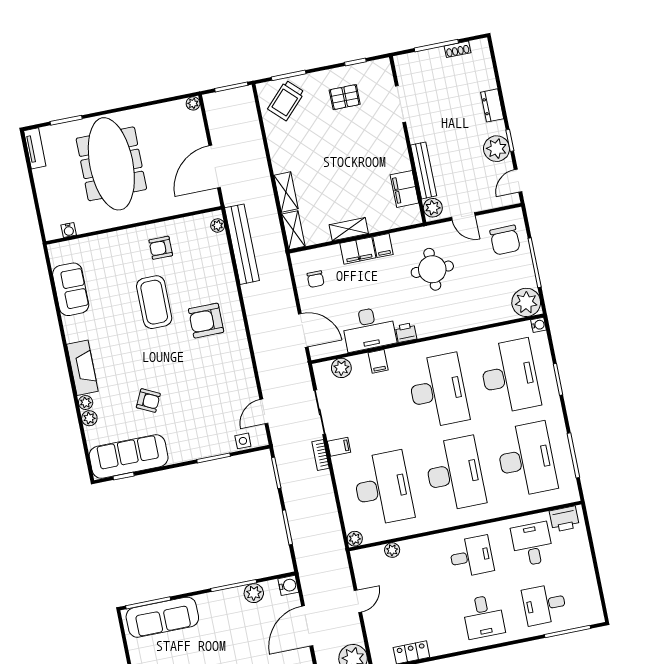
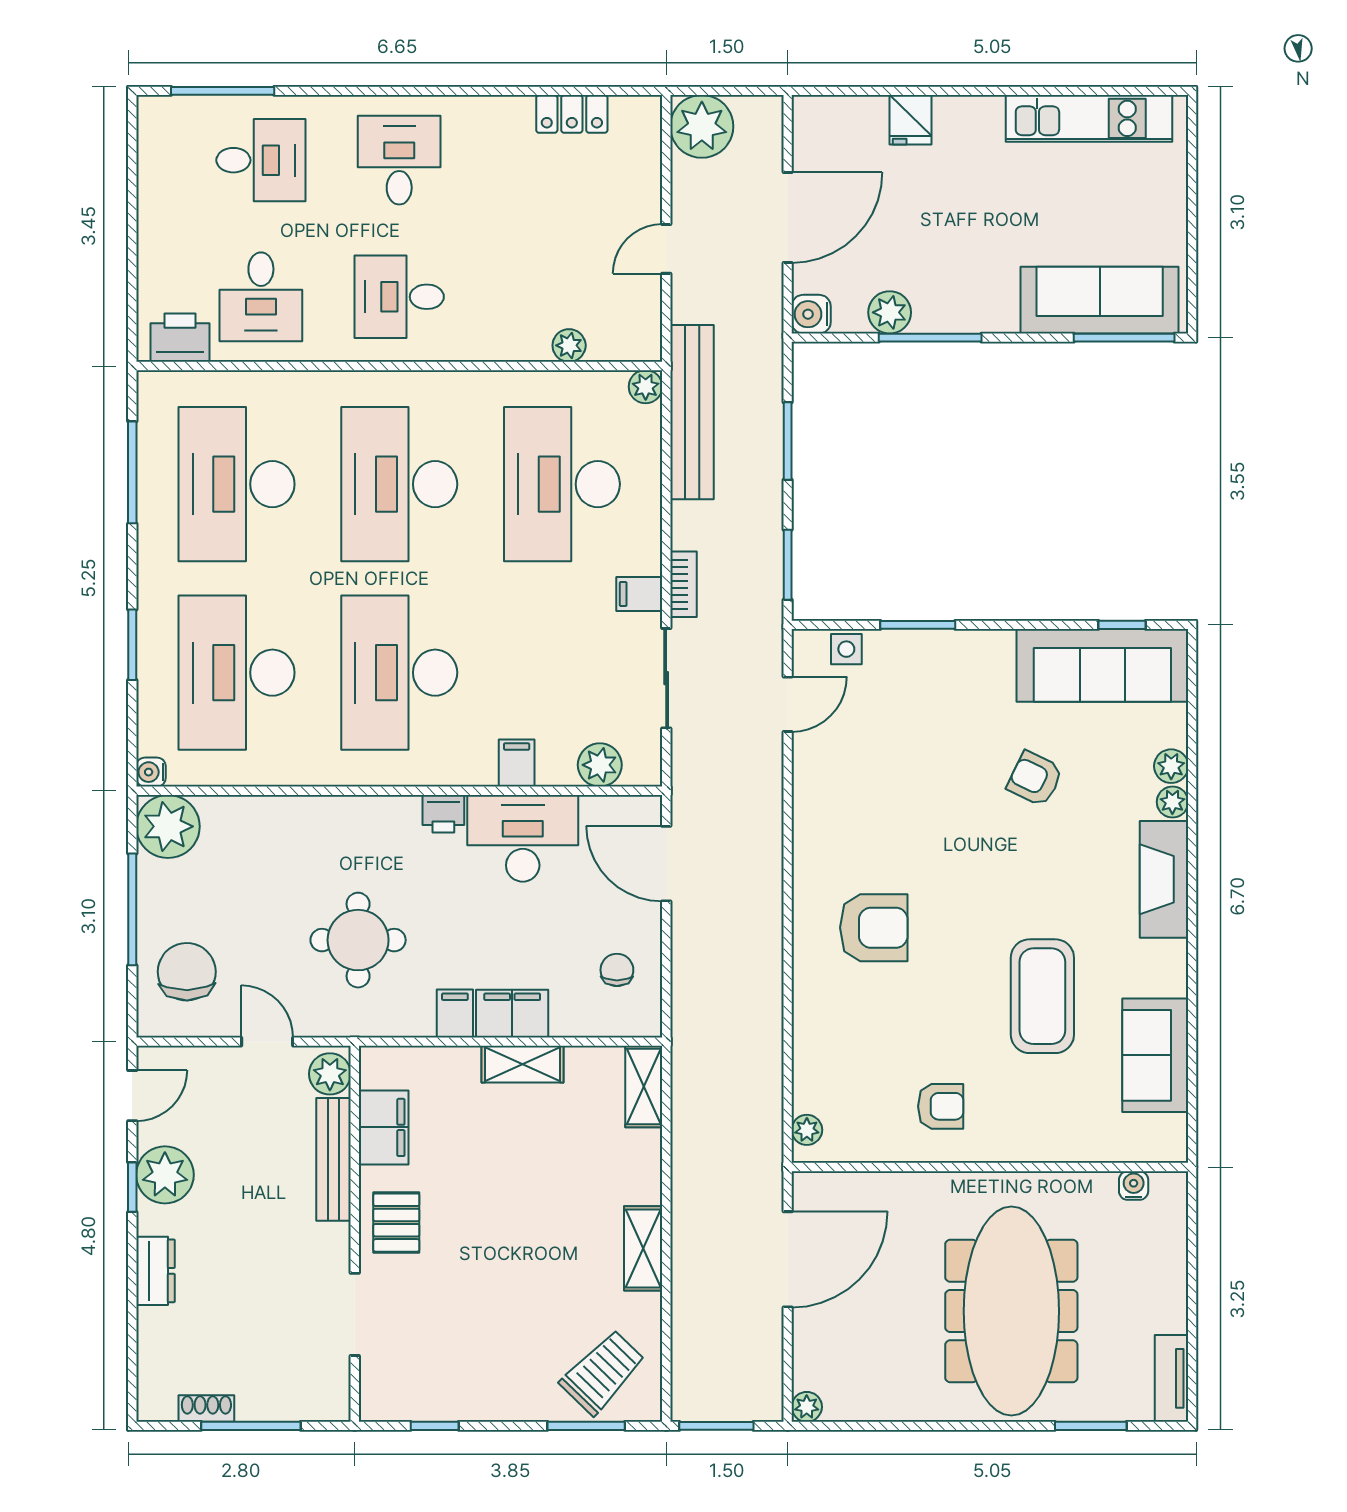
pallet: (345, 97) -> (396, 1223), moved, turned 90
shelving: (286, 192) -> (643, 1248), moved
bench: (242, 244) -> (692, 412), moved
coffee table: (154, 302) -> (1042, 996), moved

